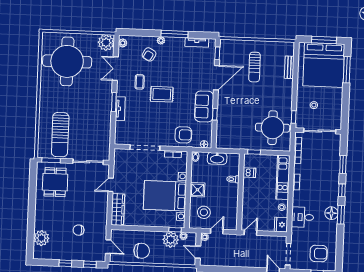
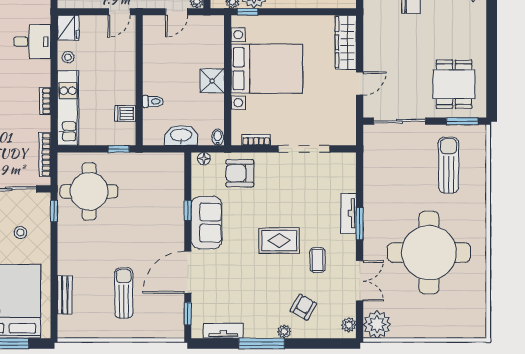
round table: (67, 61) -> (429, 253), moved
sun lounger: (60, 135) -> (449, 165), width x0.73, depth x0.75
stool: (204, 212) -> (200, 43), removed

